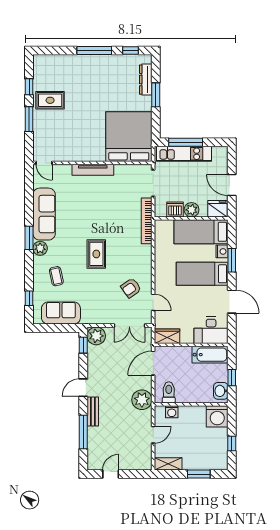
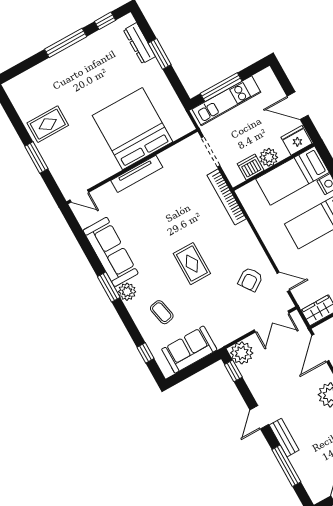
window: (29, 87) -> (17, 122), removed
bed: (129, 137) -> (133, 129), moved

